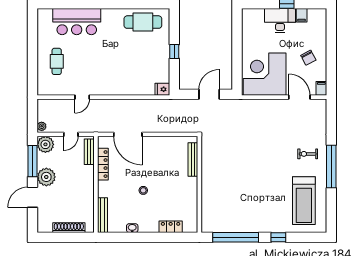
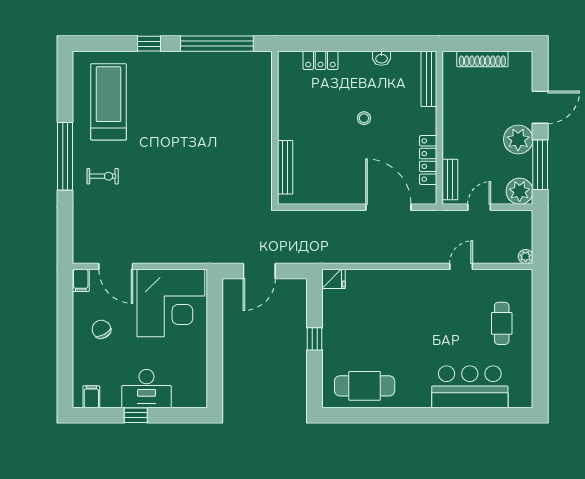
filing cabinet: (302, 15) -> (91, 397), moved
plant: (42, 126) -> (526, 256), moved

